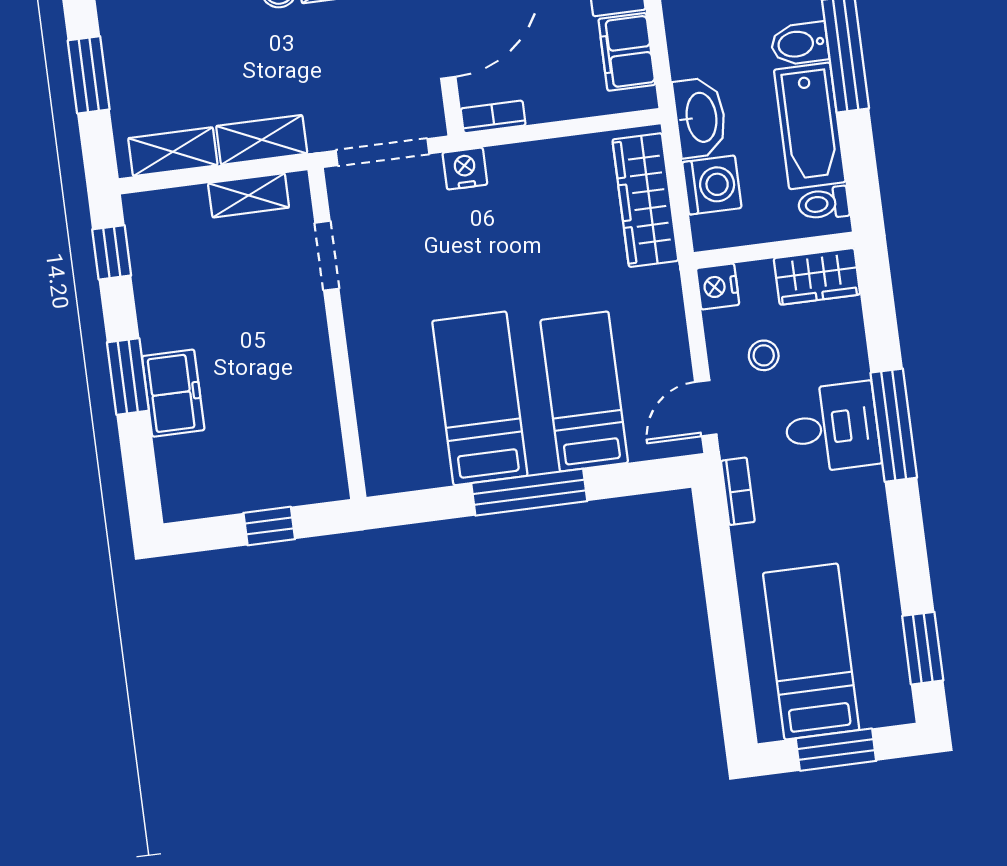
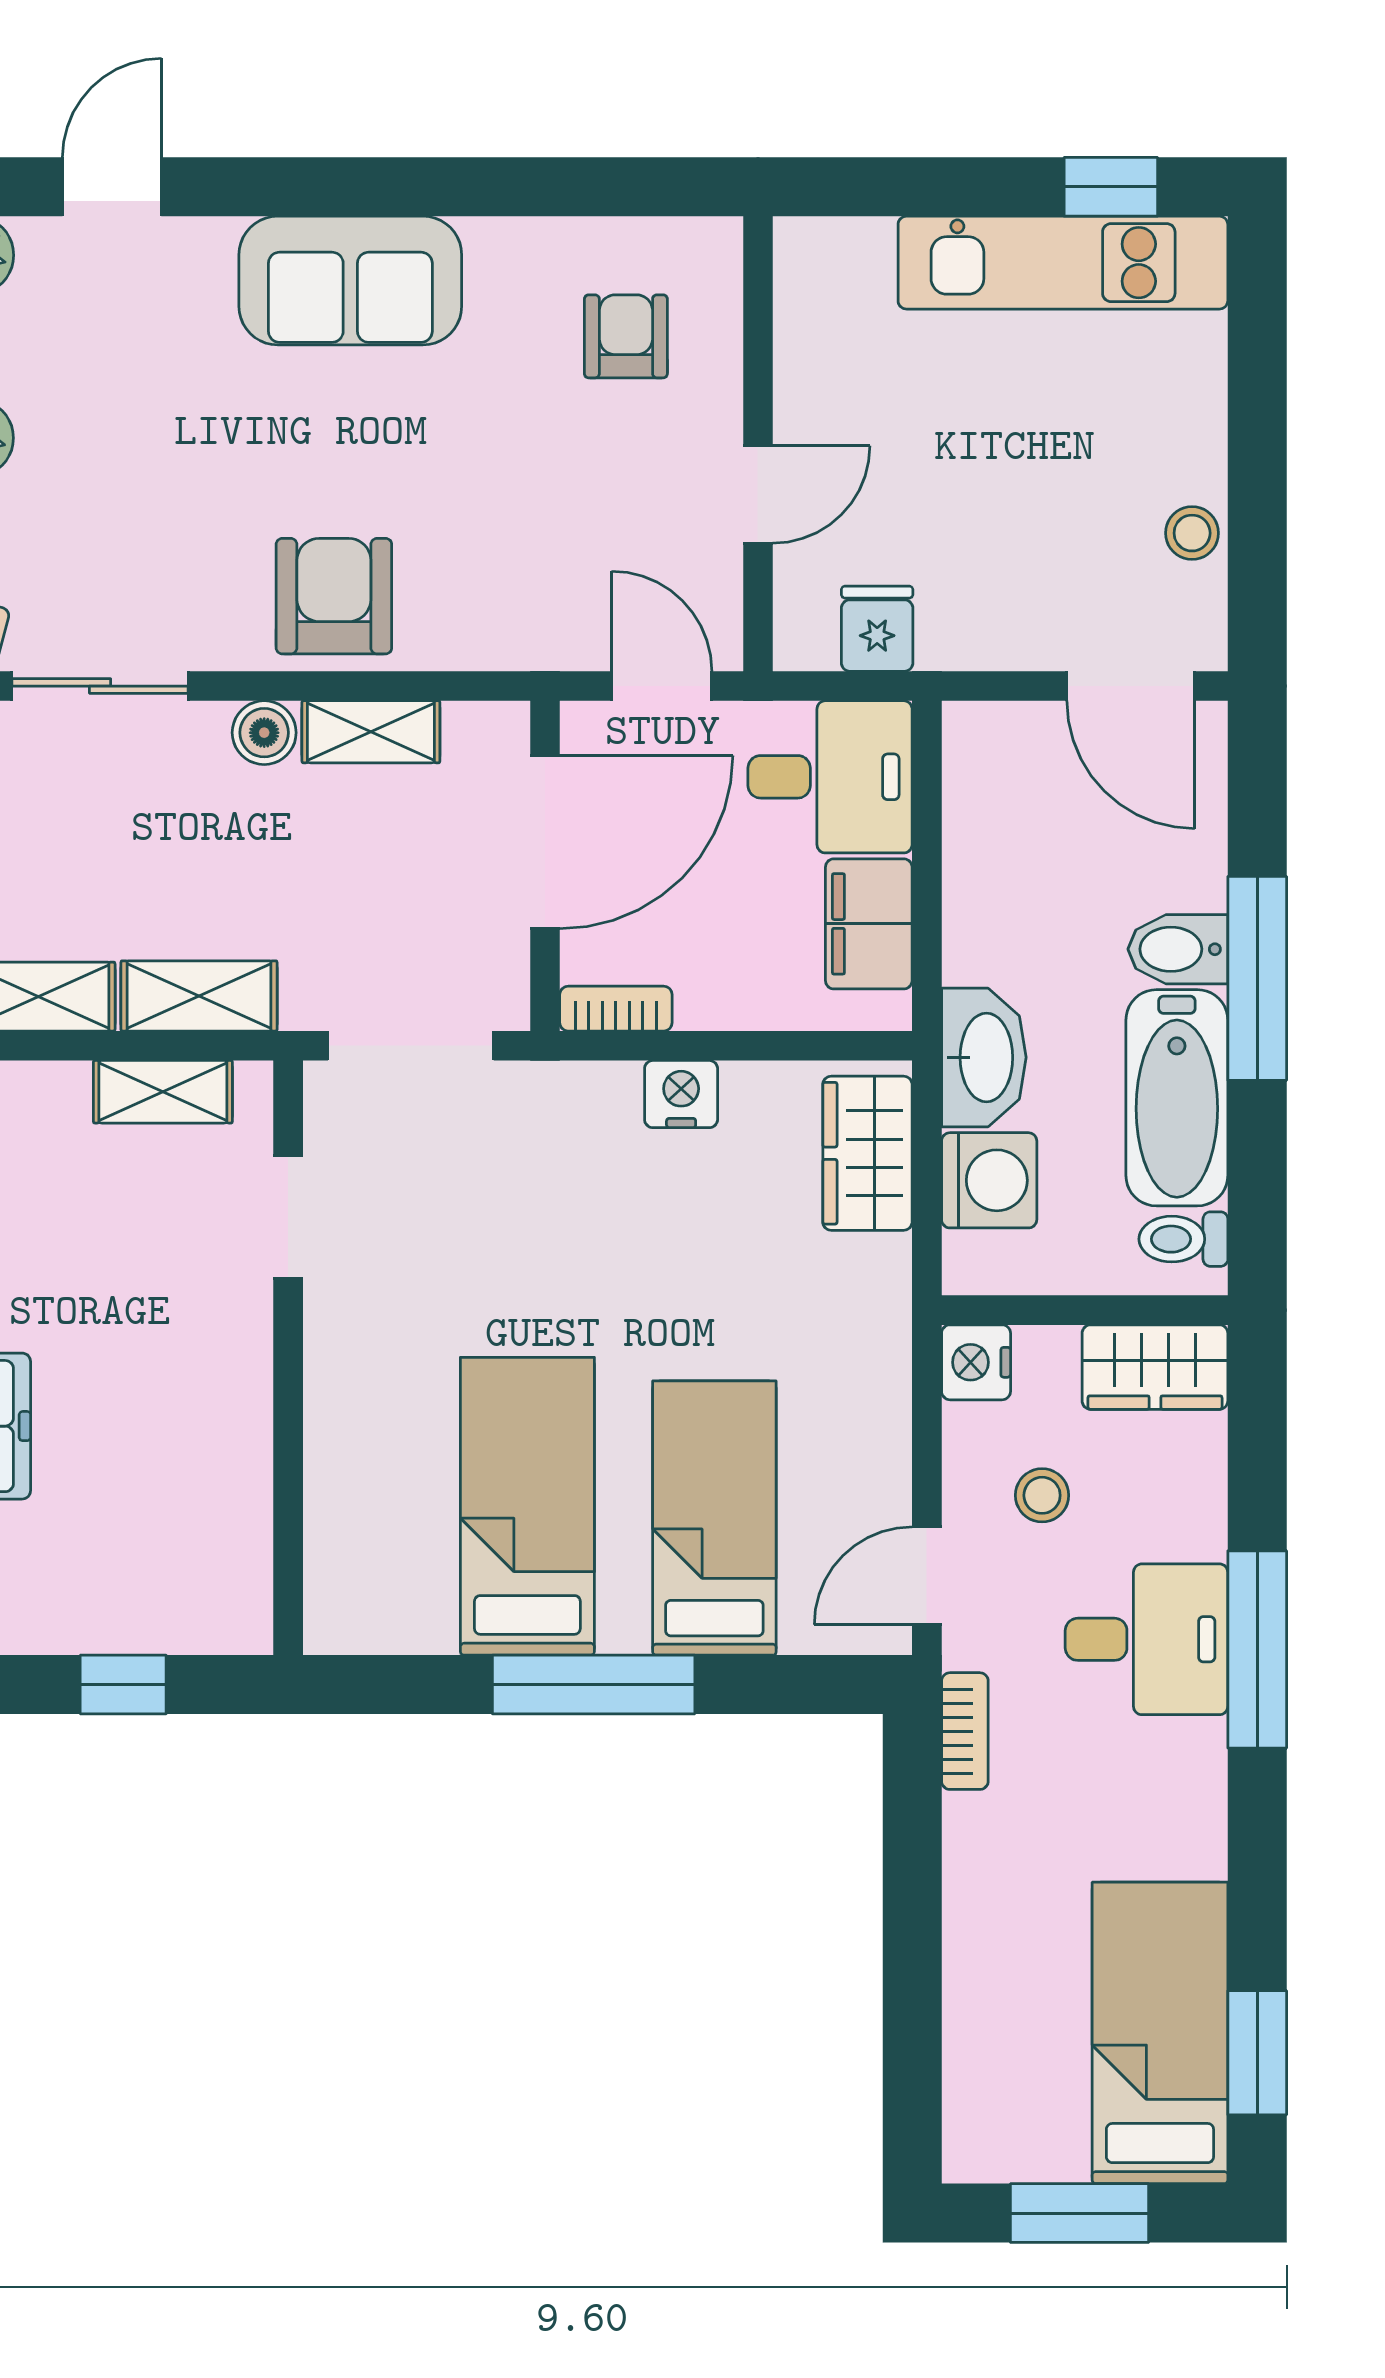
nightstand: (465, 169) -> (681, 1094), moved
wardrobe: (645, 200) -> (867, 1153), width x0.67
bed: (811, 652) -> (1160, 2033), moved

